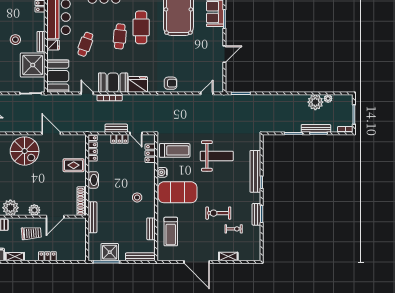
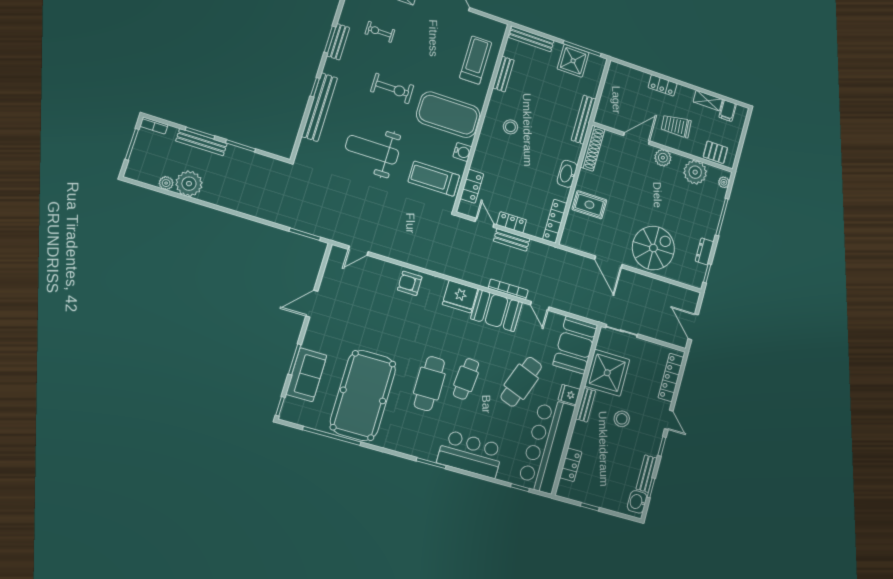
cafe table: (85, 44) -> (521, 382), width x1.37, depth x1.35
spiral stairs: (25, 151) -> (653, 248), turned 90
exercise bike: (218, 213) -> (392, 88), moved

